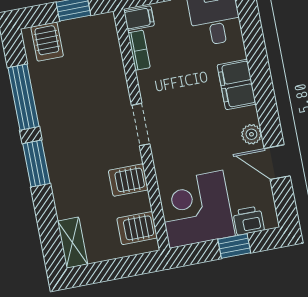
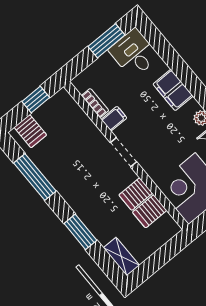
filing cabinet: (139, 18) -> (114, 119), moved
window: (36, 164) -> (80, 232), moved
server rack: (137, 228) -> (150, 211), moved

